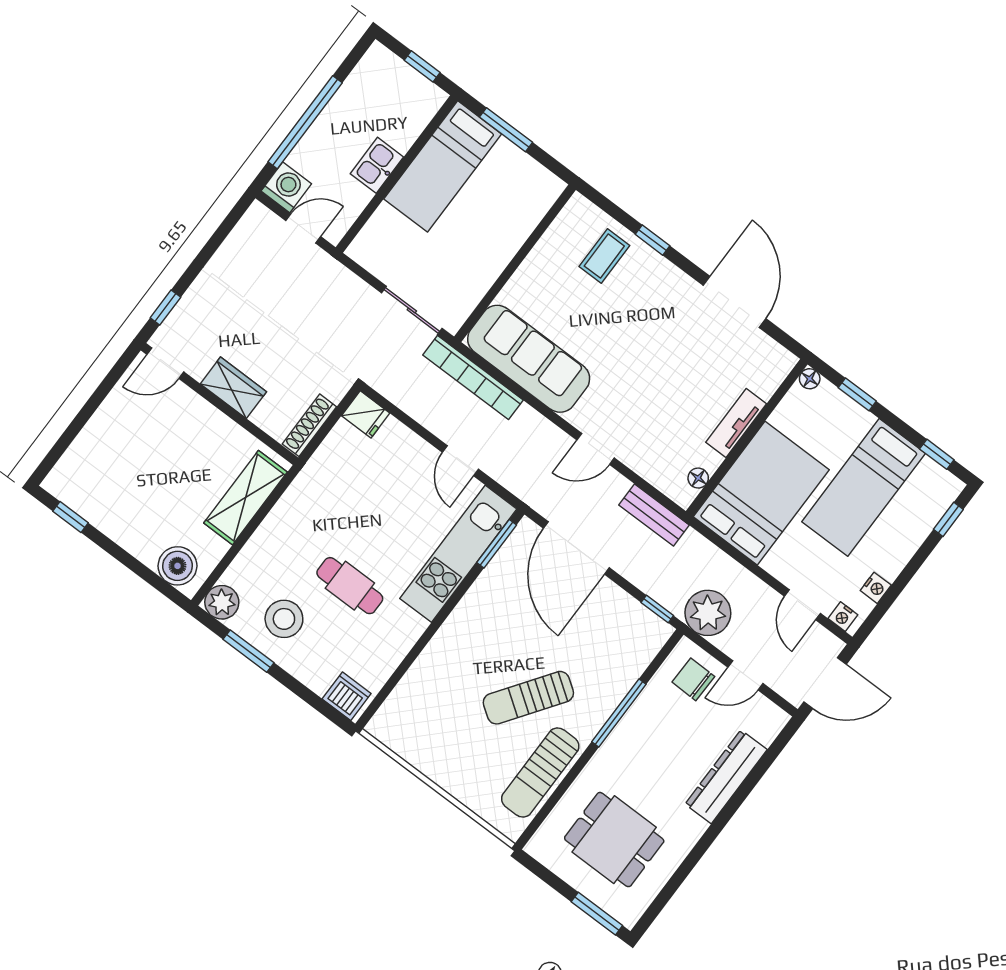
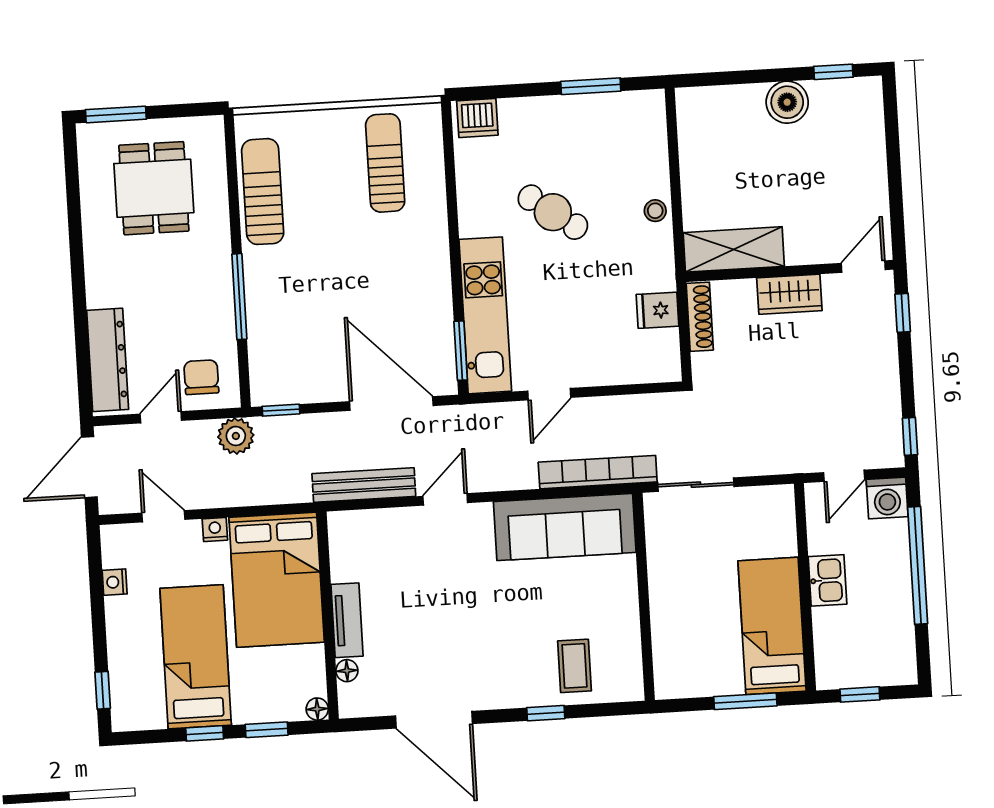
window: (234, 217) -> (910, 436), added
fridge: (366, 414) -> (657, 310), moved
window: (937, 454) -> (205, 733), moved
door: (461, 461) -> (549, 394), swing flipped
floor lamp: (698, 478) -> (347, 671), moved
shelving: (246, 498) -> (734, 249), moved, turned 90
bench: (654, 515) -> (364, 485), width x1.36
boiler: (178, 566) -> (787, 102), moved
cafe table: (350, 586) -> (553, 212), turned 36
plant: (222, 602) -> (647, 108), removed
plant: (708, 613) -> (236, 436), width x0.73, depth x0.73
nightstand: (843, 617) -> (215, 529), moved
stool: (284, 619) -> (655, 211), moved, width x0.53, depth x0.53
chair: (693, 679) -> (201, 377), turned -91
sun lounger: (528, 698) -> (385, 163), moved, turned -35
dresser: (726, 777) -> (108, 360), moved
dining table: (614, 840) -> (154, 188), turned 90

